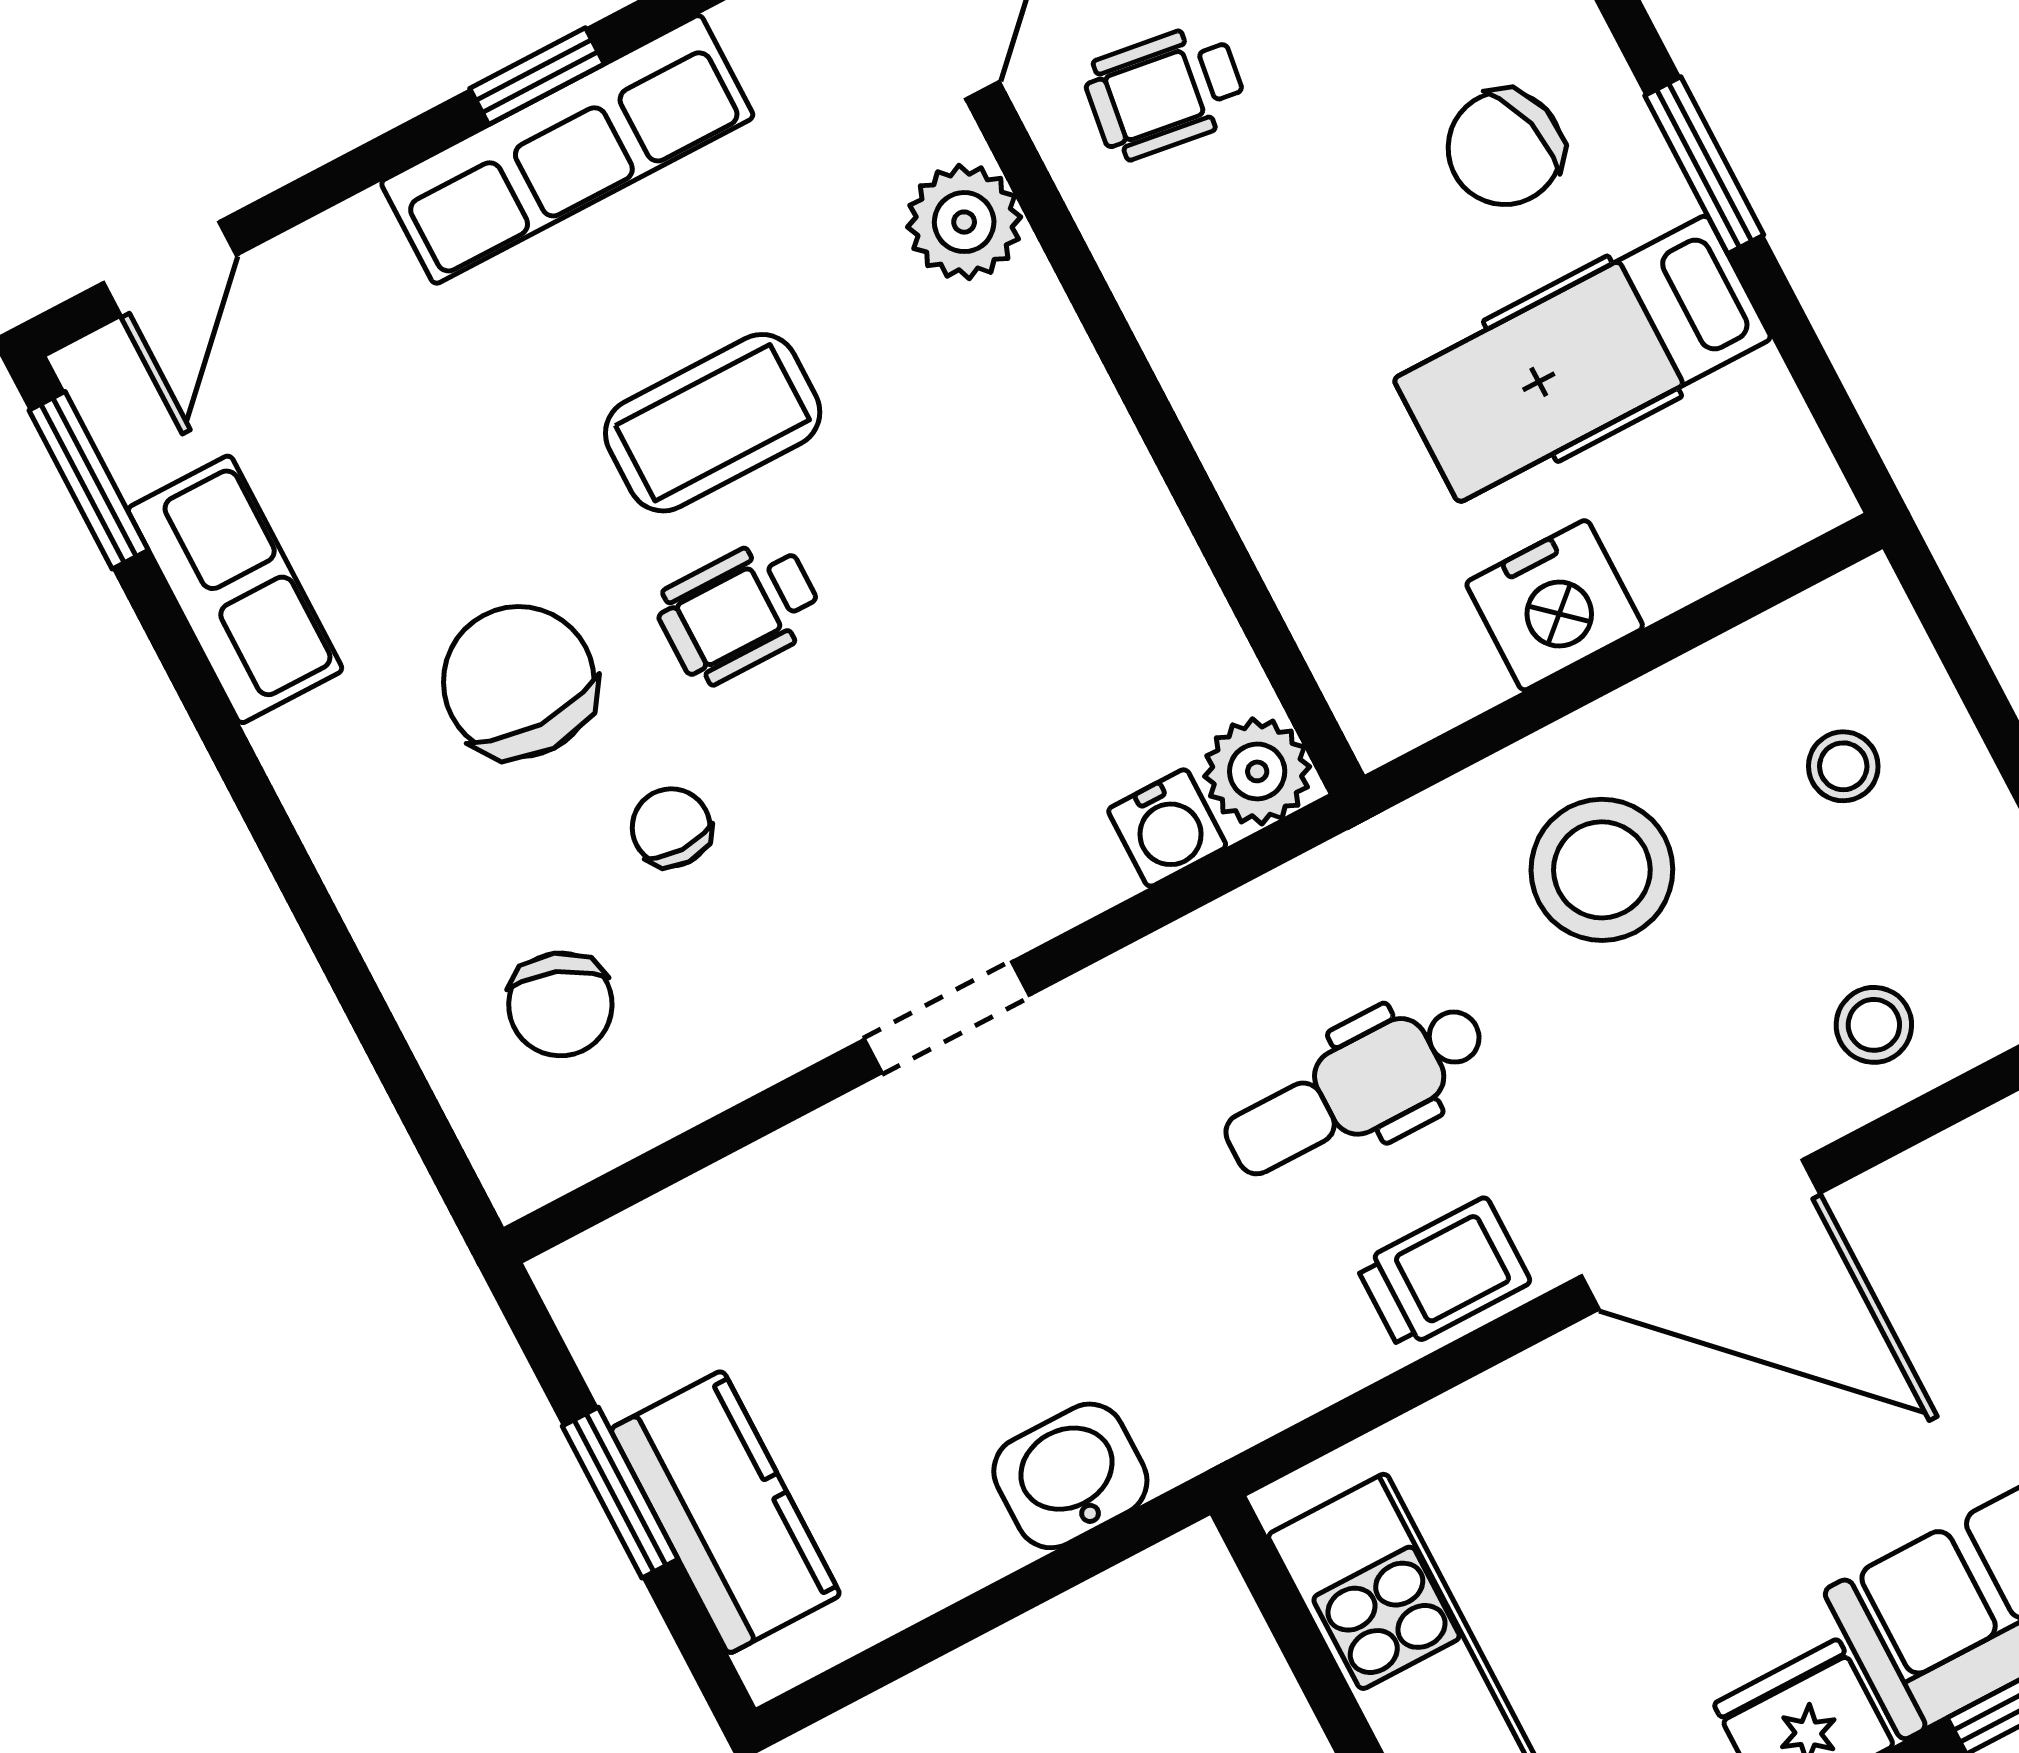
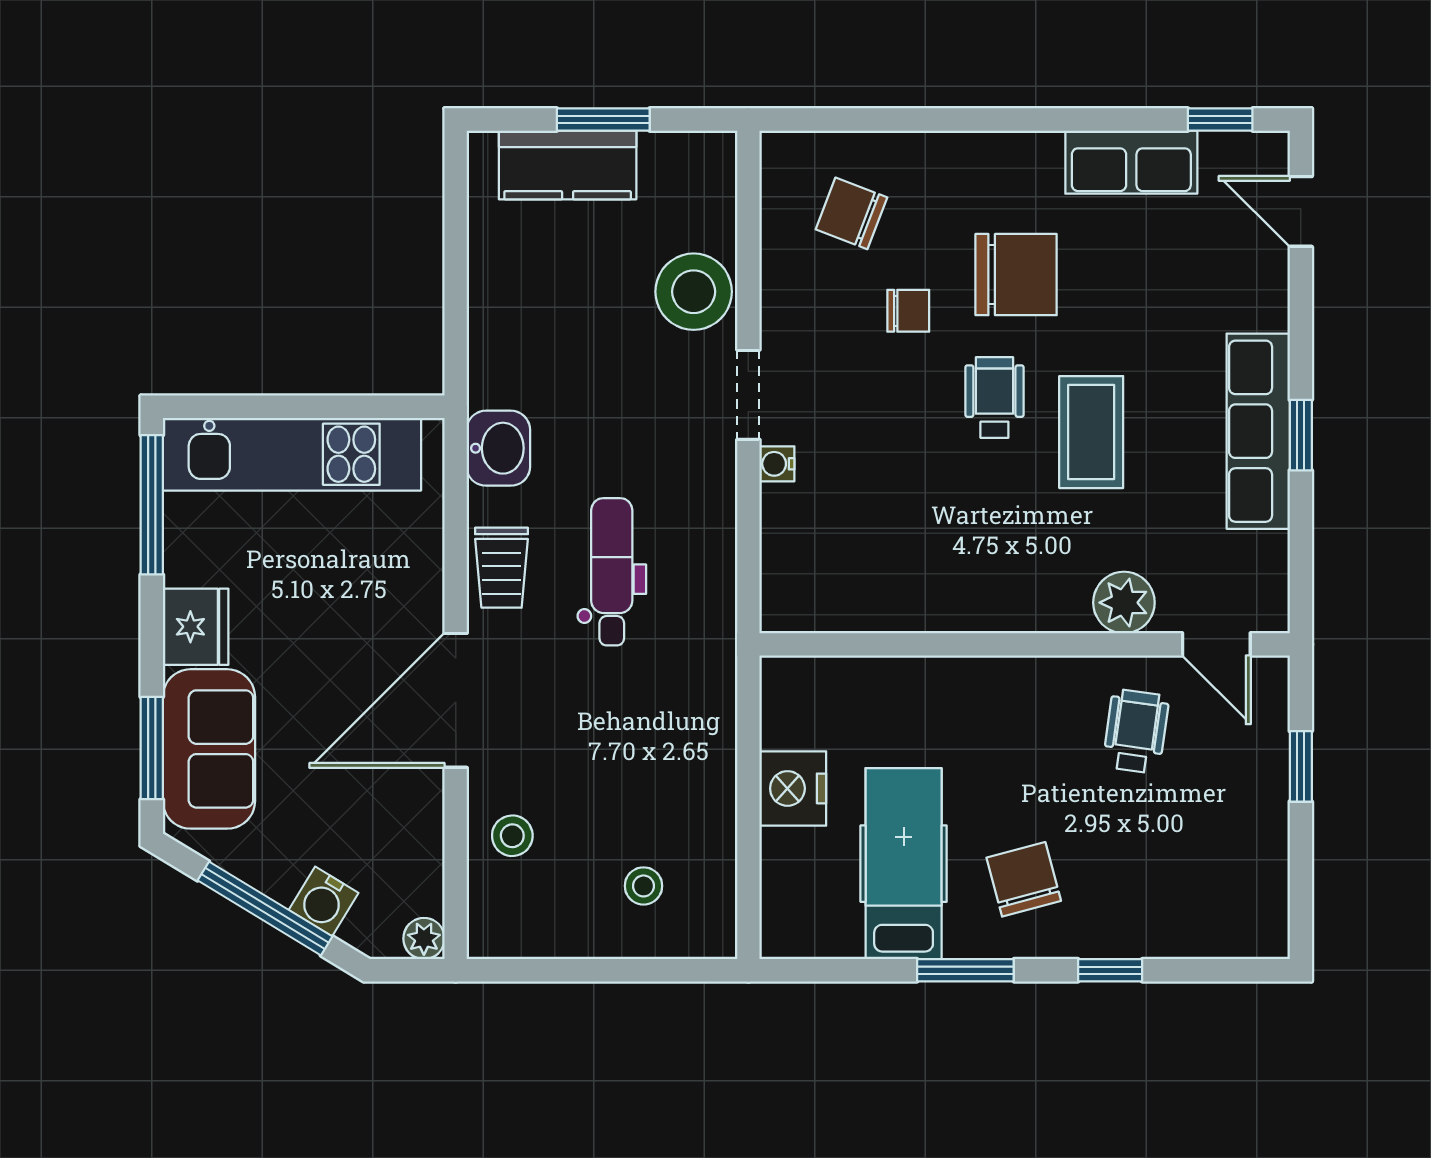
window: (89, 480) -> (1220, 120), width x0.67
plant: (1257, 771) -> (788, 605), removed
water cooler: (1167, 828) -> (777, 464), moved, width x0.72, depth x0.72
stool: (1602, 870) -> (694, 292), moved
washbasin: (1070, 1476) -> (498, 448), moved

